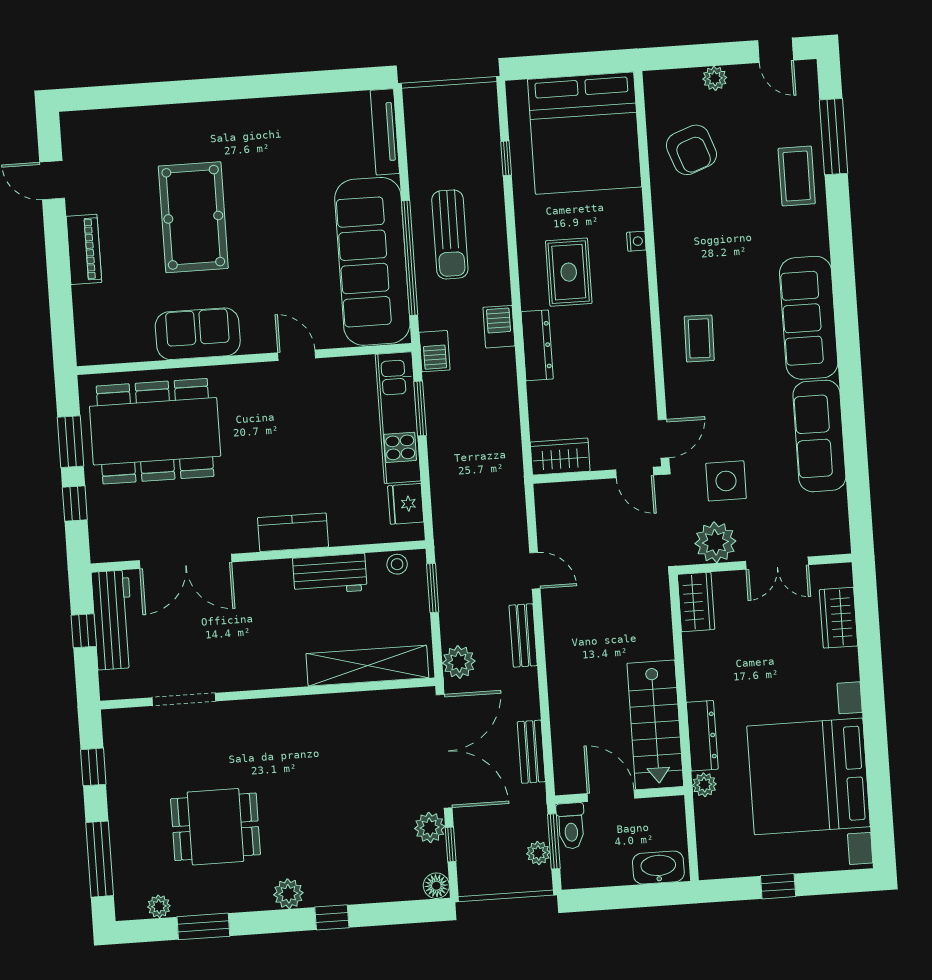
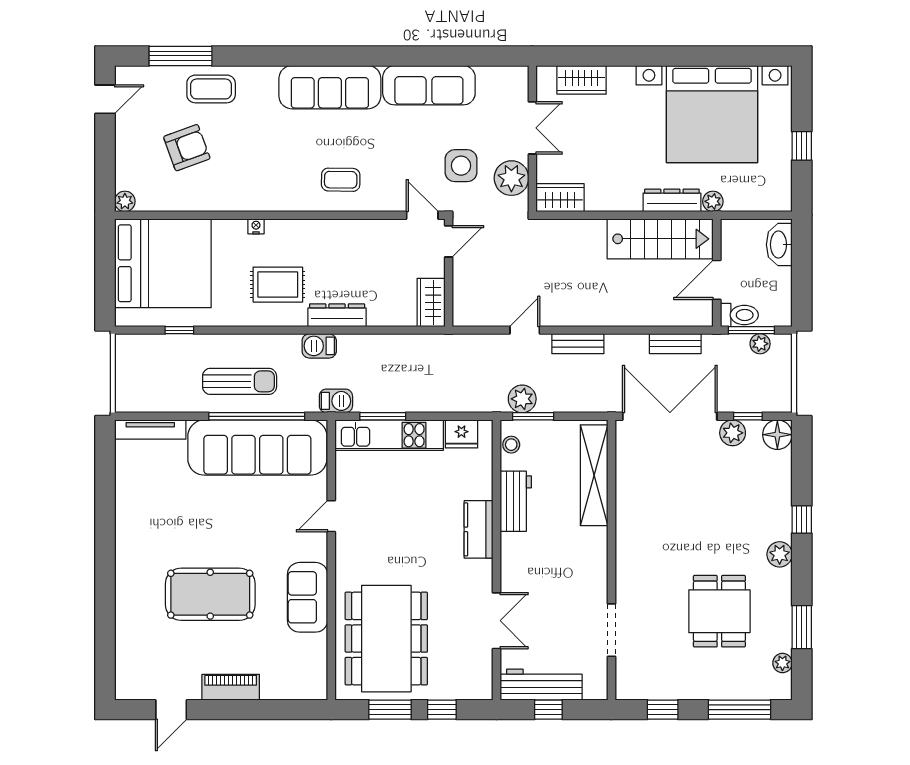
plant: (715, 78) -> (125, 201), moved
armchair: (691, 150) -> (187, 148), moved
double door: (186, 561) -> (496, 621), width x0.73
plant: (459, 662) -> (522, 399), moved
floor lamp: (436, 886) -> (777, 435), width x1.38, depth x1.38

